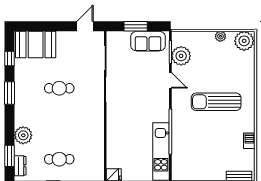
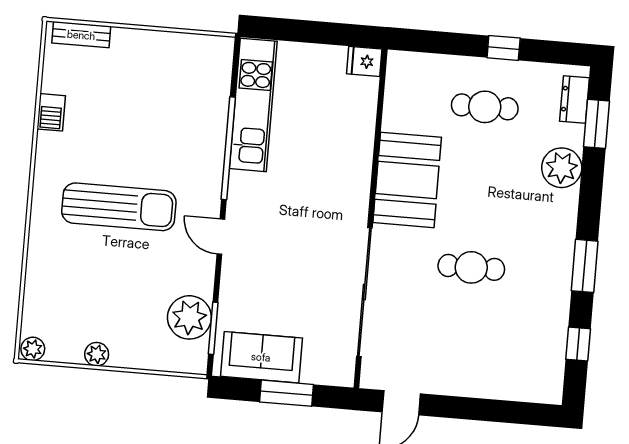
plant: (244, 41) -> (33, 349), width x0.53, depth x0.53
booth: (36, 45) -> (407, 180), moved, turned 90
door: (170, 80) -> (221, 237), moved

